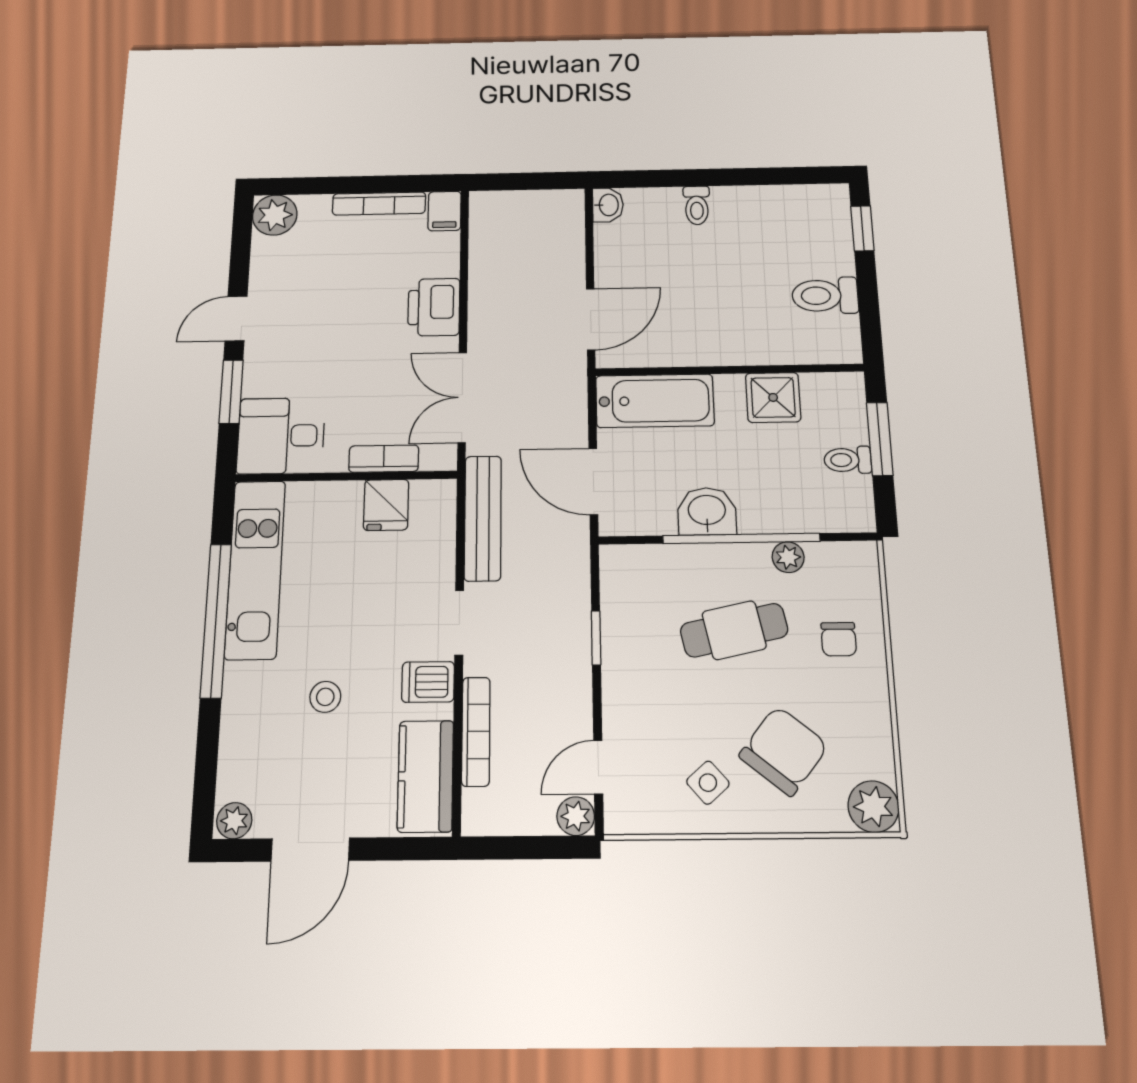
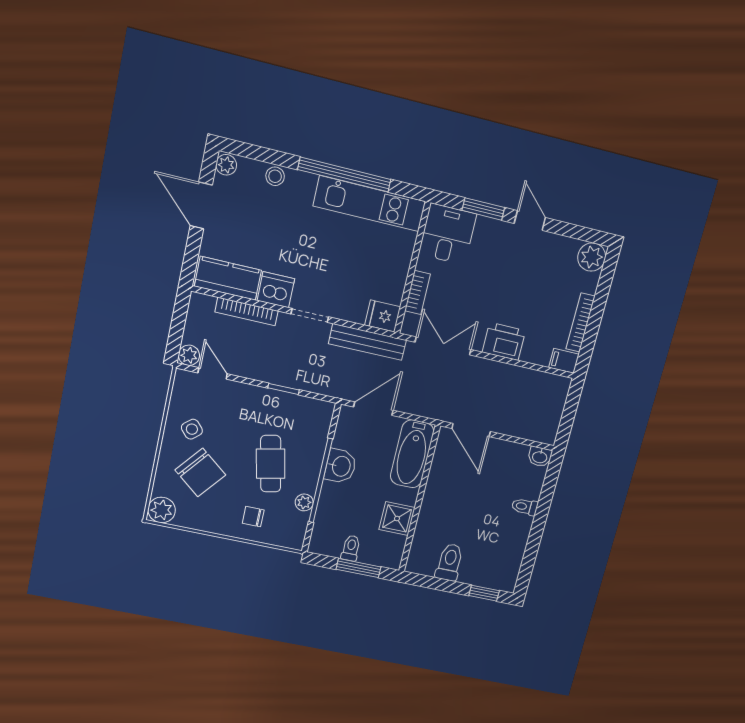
fridge: (386, 505) -> (383, 316), moved
dishwasher: (428, 682) -> (276, 290), width x1.38
stool: (325, 697) -> (275, 176), moved

